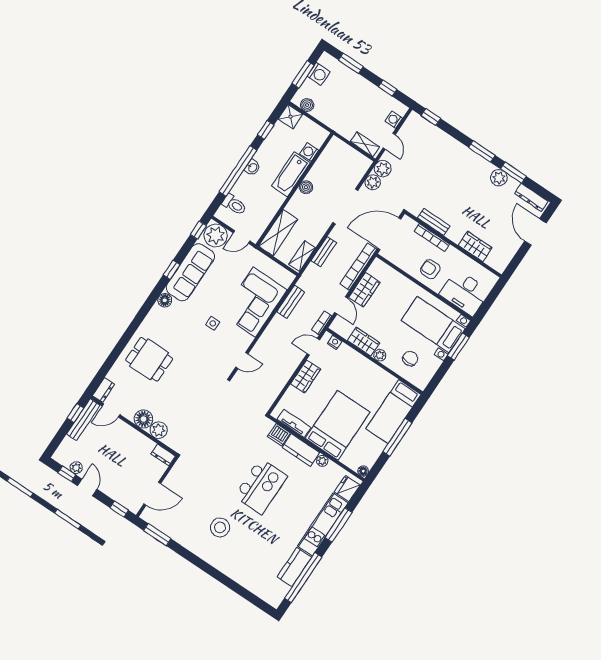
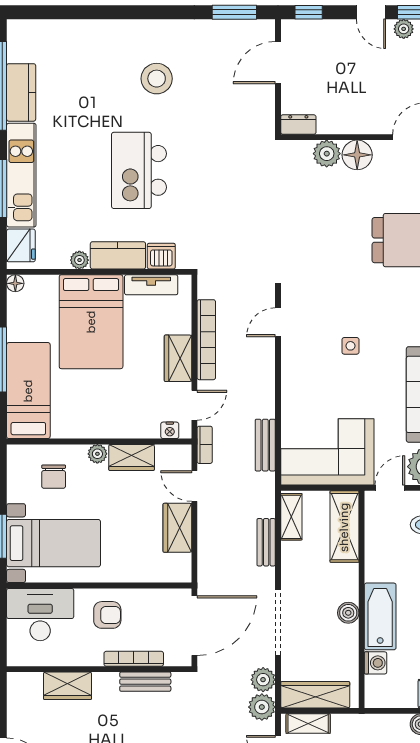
wardrobe: (351, 156) -> (315, 695), added
bookcase: (358, 267) -> (206, 340), moved
corner sofa: (254, 302) -> (327, 452), moved, turned -90

